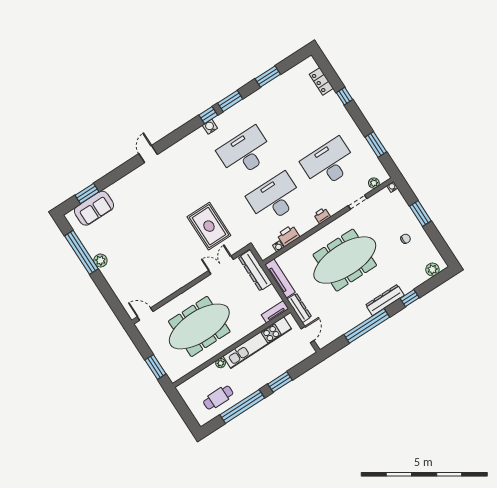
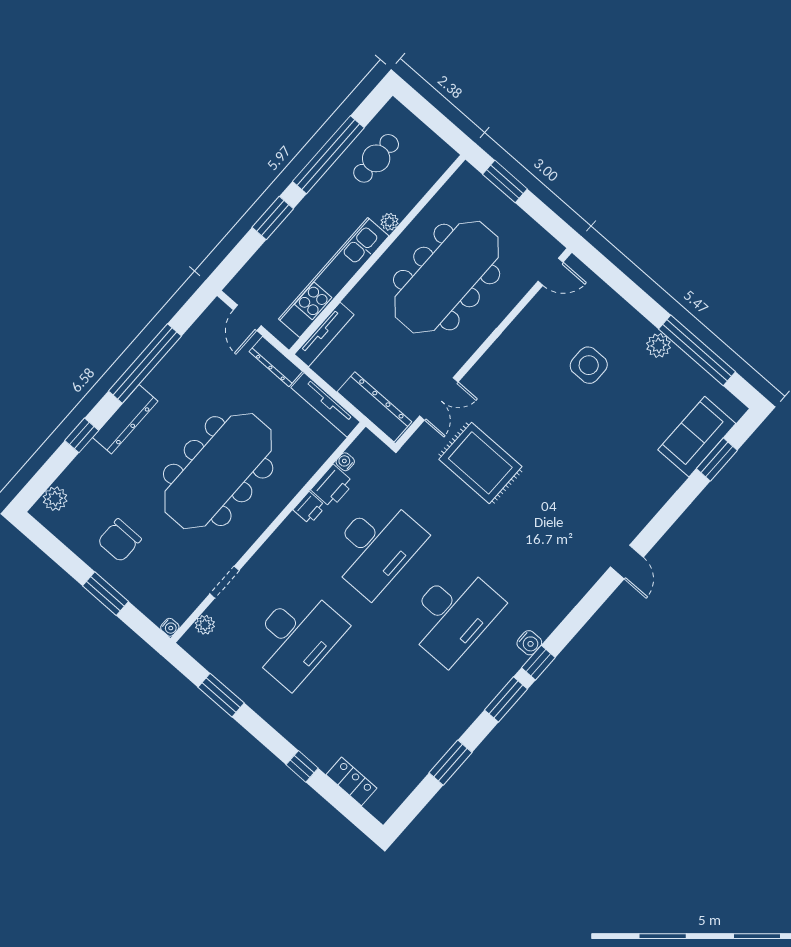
printer: (322, 216) -> (309, 508), moved
chair: (406, 239) -> (119, 540), width x1.87, depth x1.87
side table: (139, 261) -> (589, 365), added
tv unit: (275, 312) -> (324, 335), width x1.41

